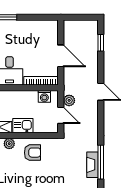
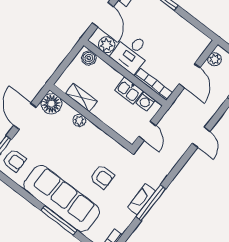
plant: (69, 100) -> (214, 59), moved
kitchen sink: (23, 126) -> (129, 90), moved, turned 180
armchair: (32, 153) -> (102, 177), moved

